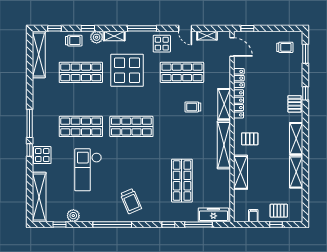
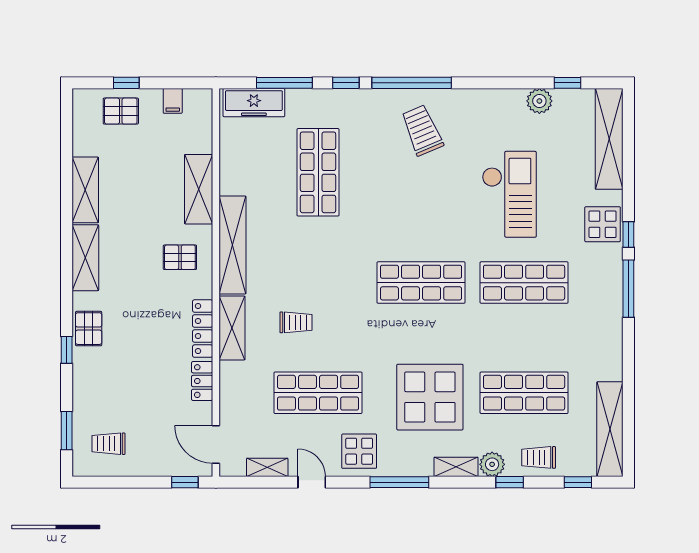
window: (112, 224) -> (412, 83), moved

